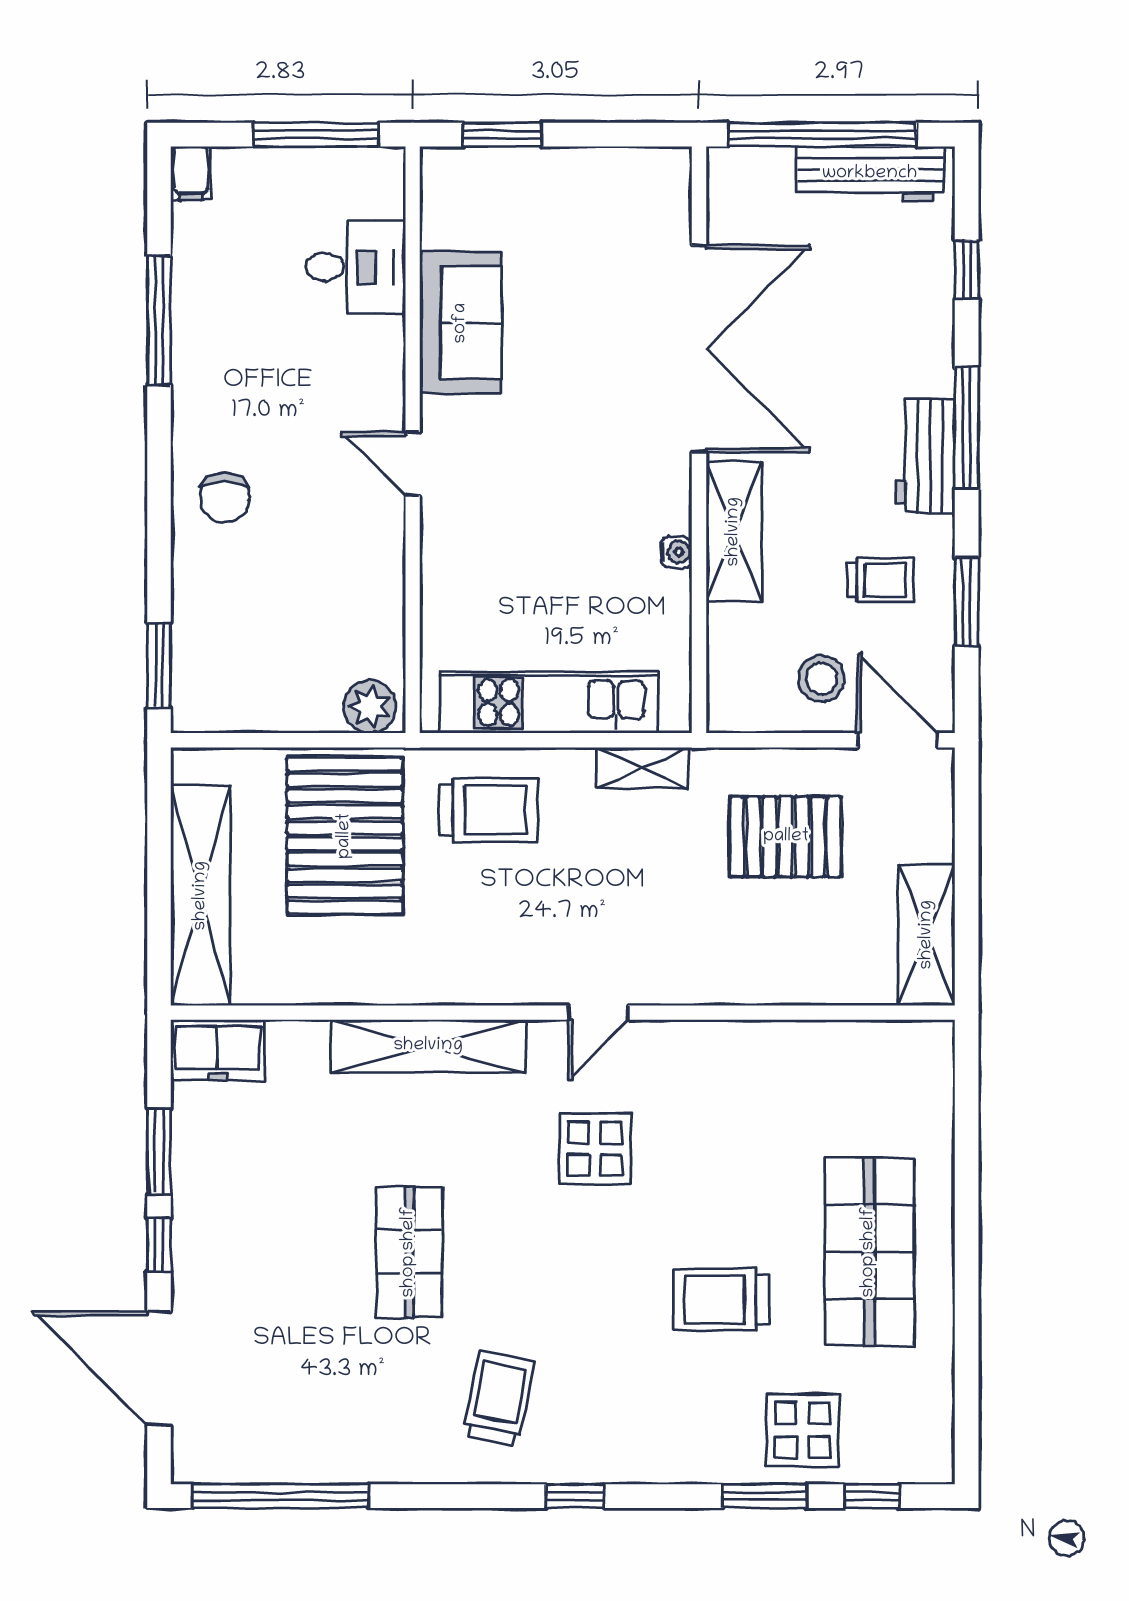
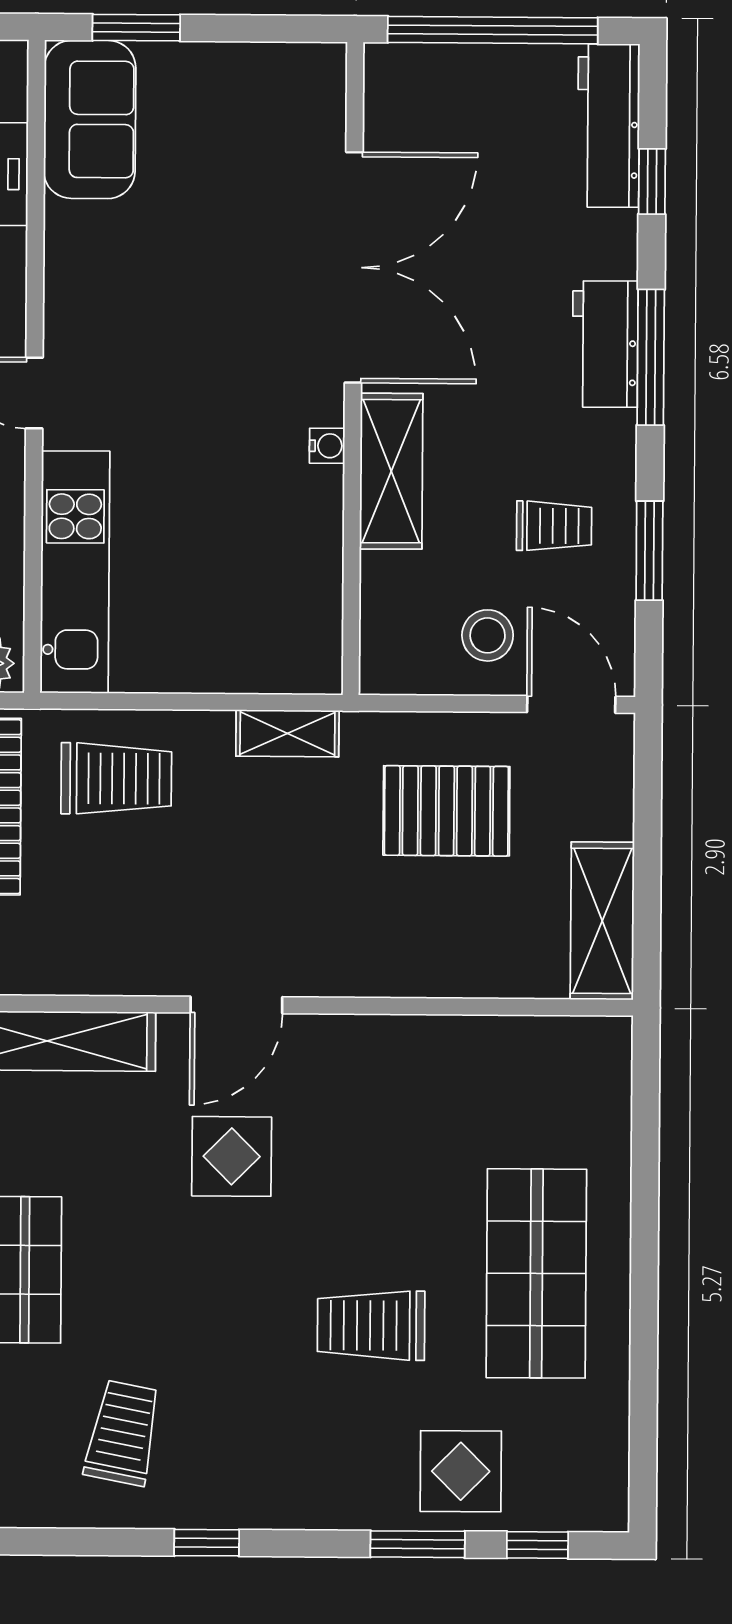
workbench: (870, 174) -> (609, 126), moved, turned 90
sofa: (461, 323) -> (90, 119), moved
workbench: (926, 456) -> (605, 344), moved
water cooler: (676, 552) -> (327, 446), moved
kitchen unit: (549, 703) -> (75, 572), moved, turned 90
door: (598, 1013) -> (236, 1005), width x1.38

